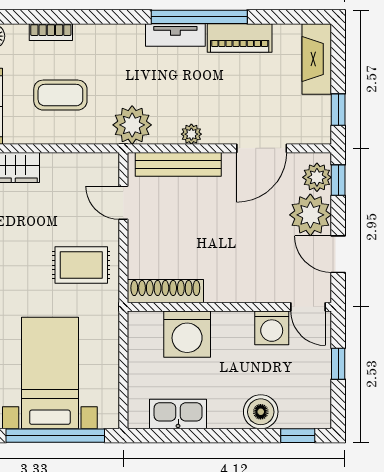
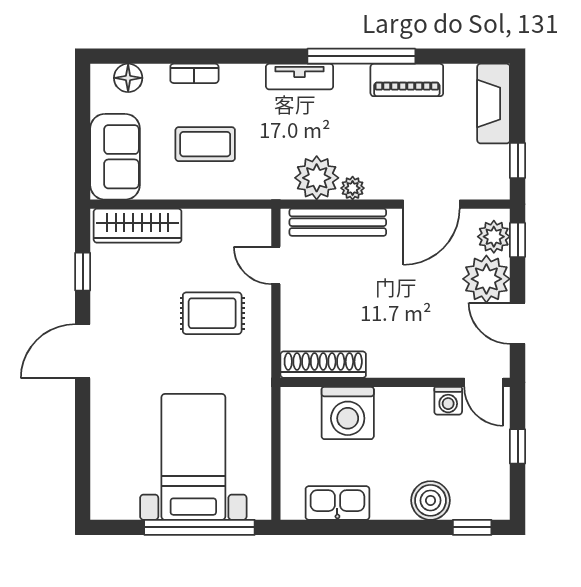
tv unit: (175, 35) -> (300, 77), moved
plant: (132, 125) -> (317, 178), moved
rug: (81, 265) -> (212, 313), moved
washing machine: (272, 328) -> (448, 401), width x0.73, depth x0.73

